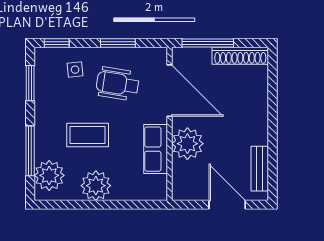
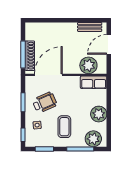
shoe rack: (240, 56) -> (30, 56), moved
wheelchair: (118, 84) -> (45, 102), turned -123
coffee table: (88, 135) -> (64, 127), moved
plant: (187, 144) -> (88, 65), moved
row of seats: (156, 149) -> (94, 82), moved

